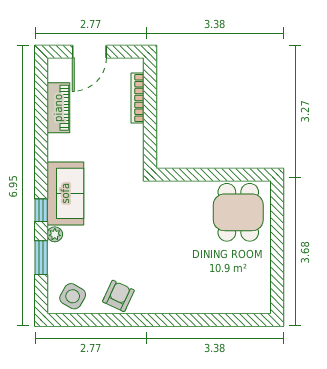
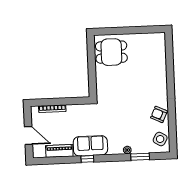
sofa: (65, 193) -> (90, 146), moved
window: (41, 210) -> (87, 159), moved

